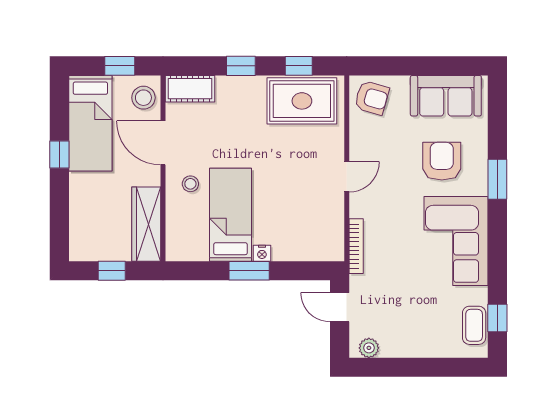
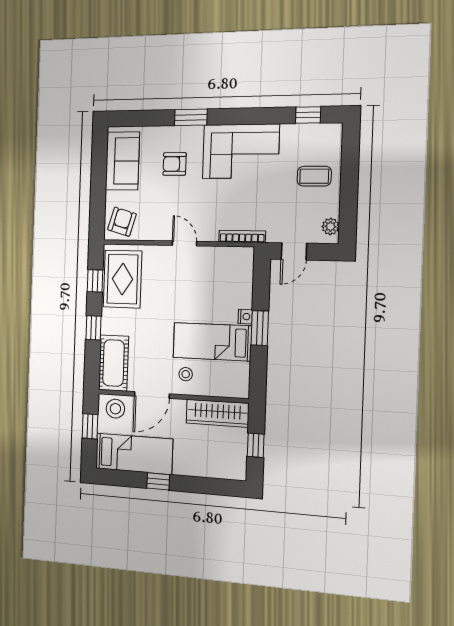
cot: (190, 89) -> (113, 363), width x1.37, depth x1.34
armchair: (442, 161) -> (175, 164), width x0.72, depth x0.72
coffee table: (474, 325) -> (314, 176), moved

